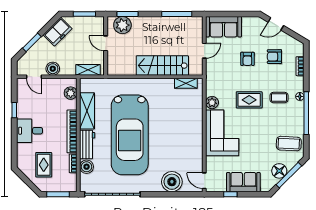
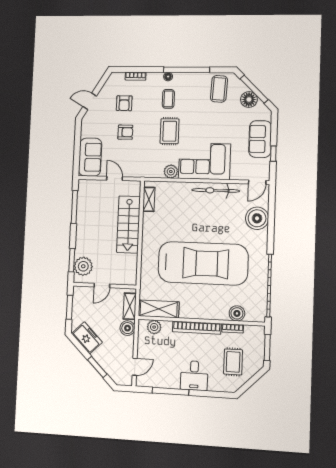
door: (276, 24) -> (90, 101), swing flipped
boiler: (53, 69) -> (127, 328), moved
window: (14, 110) -> (170, 391), width x2.17
shelving: (87, 111) -> (159, 309), moved
workbench: (87, 144) -> (212, 311), removed
bicycle: (196, 144) -> (216, 190), added
rug: (44, 165) -> (233, 362), turned 90

